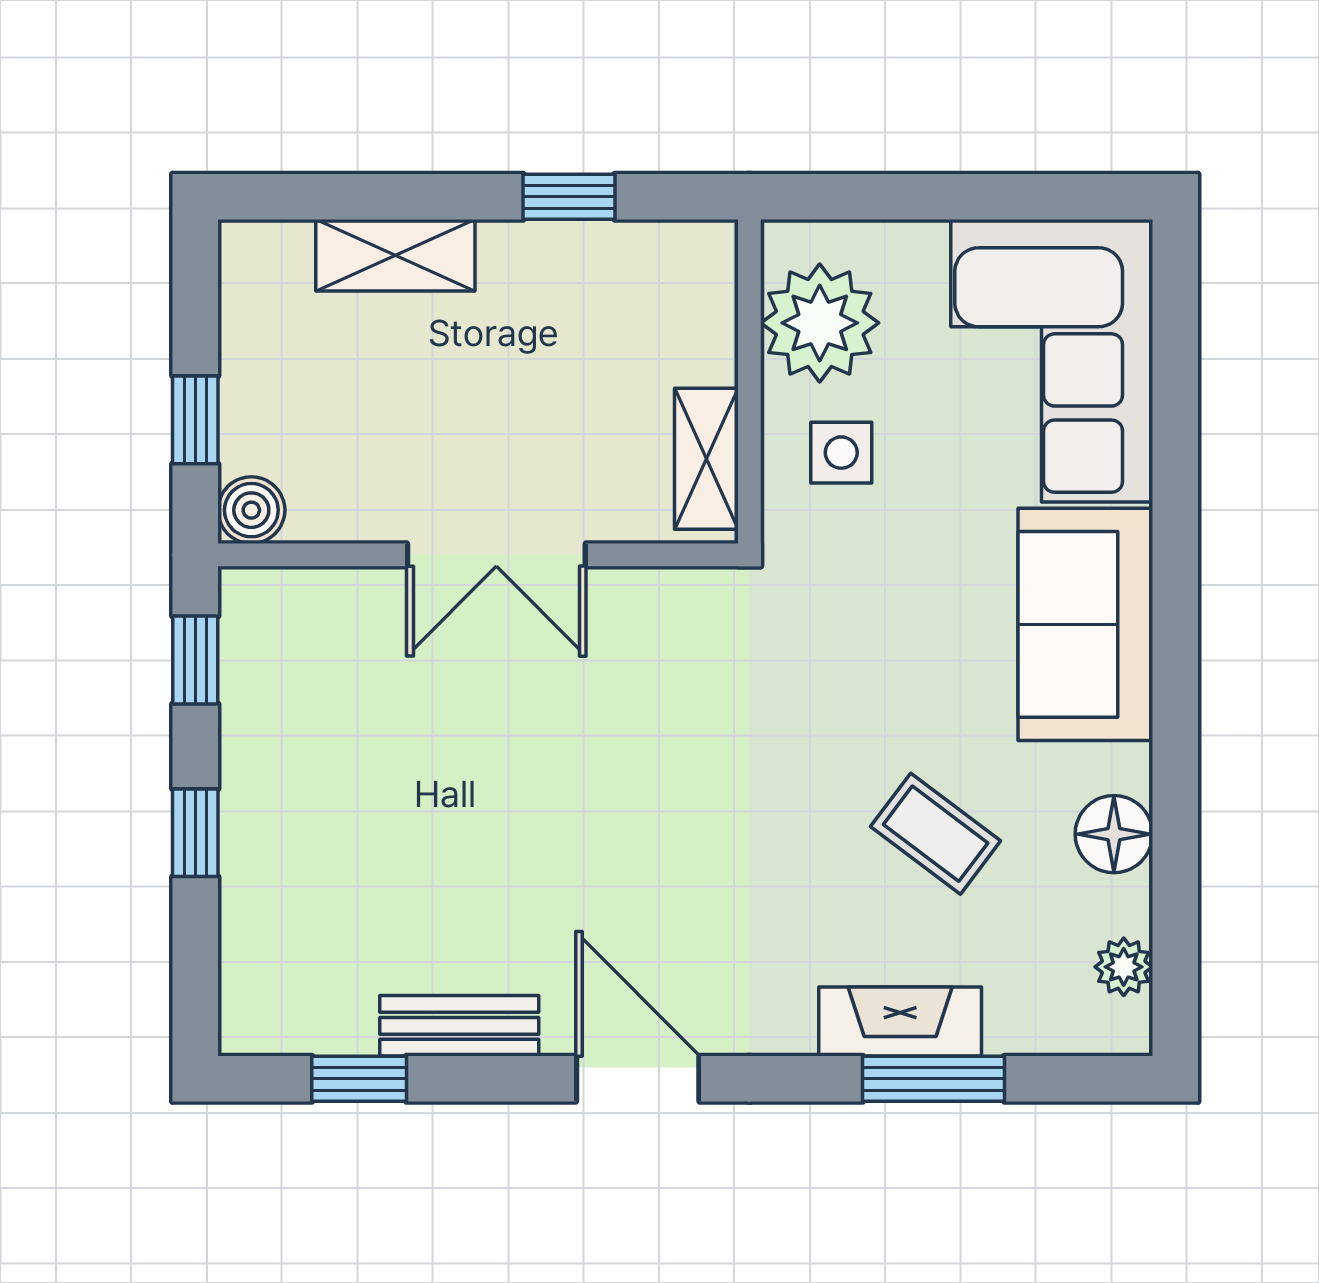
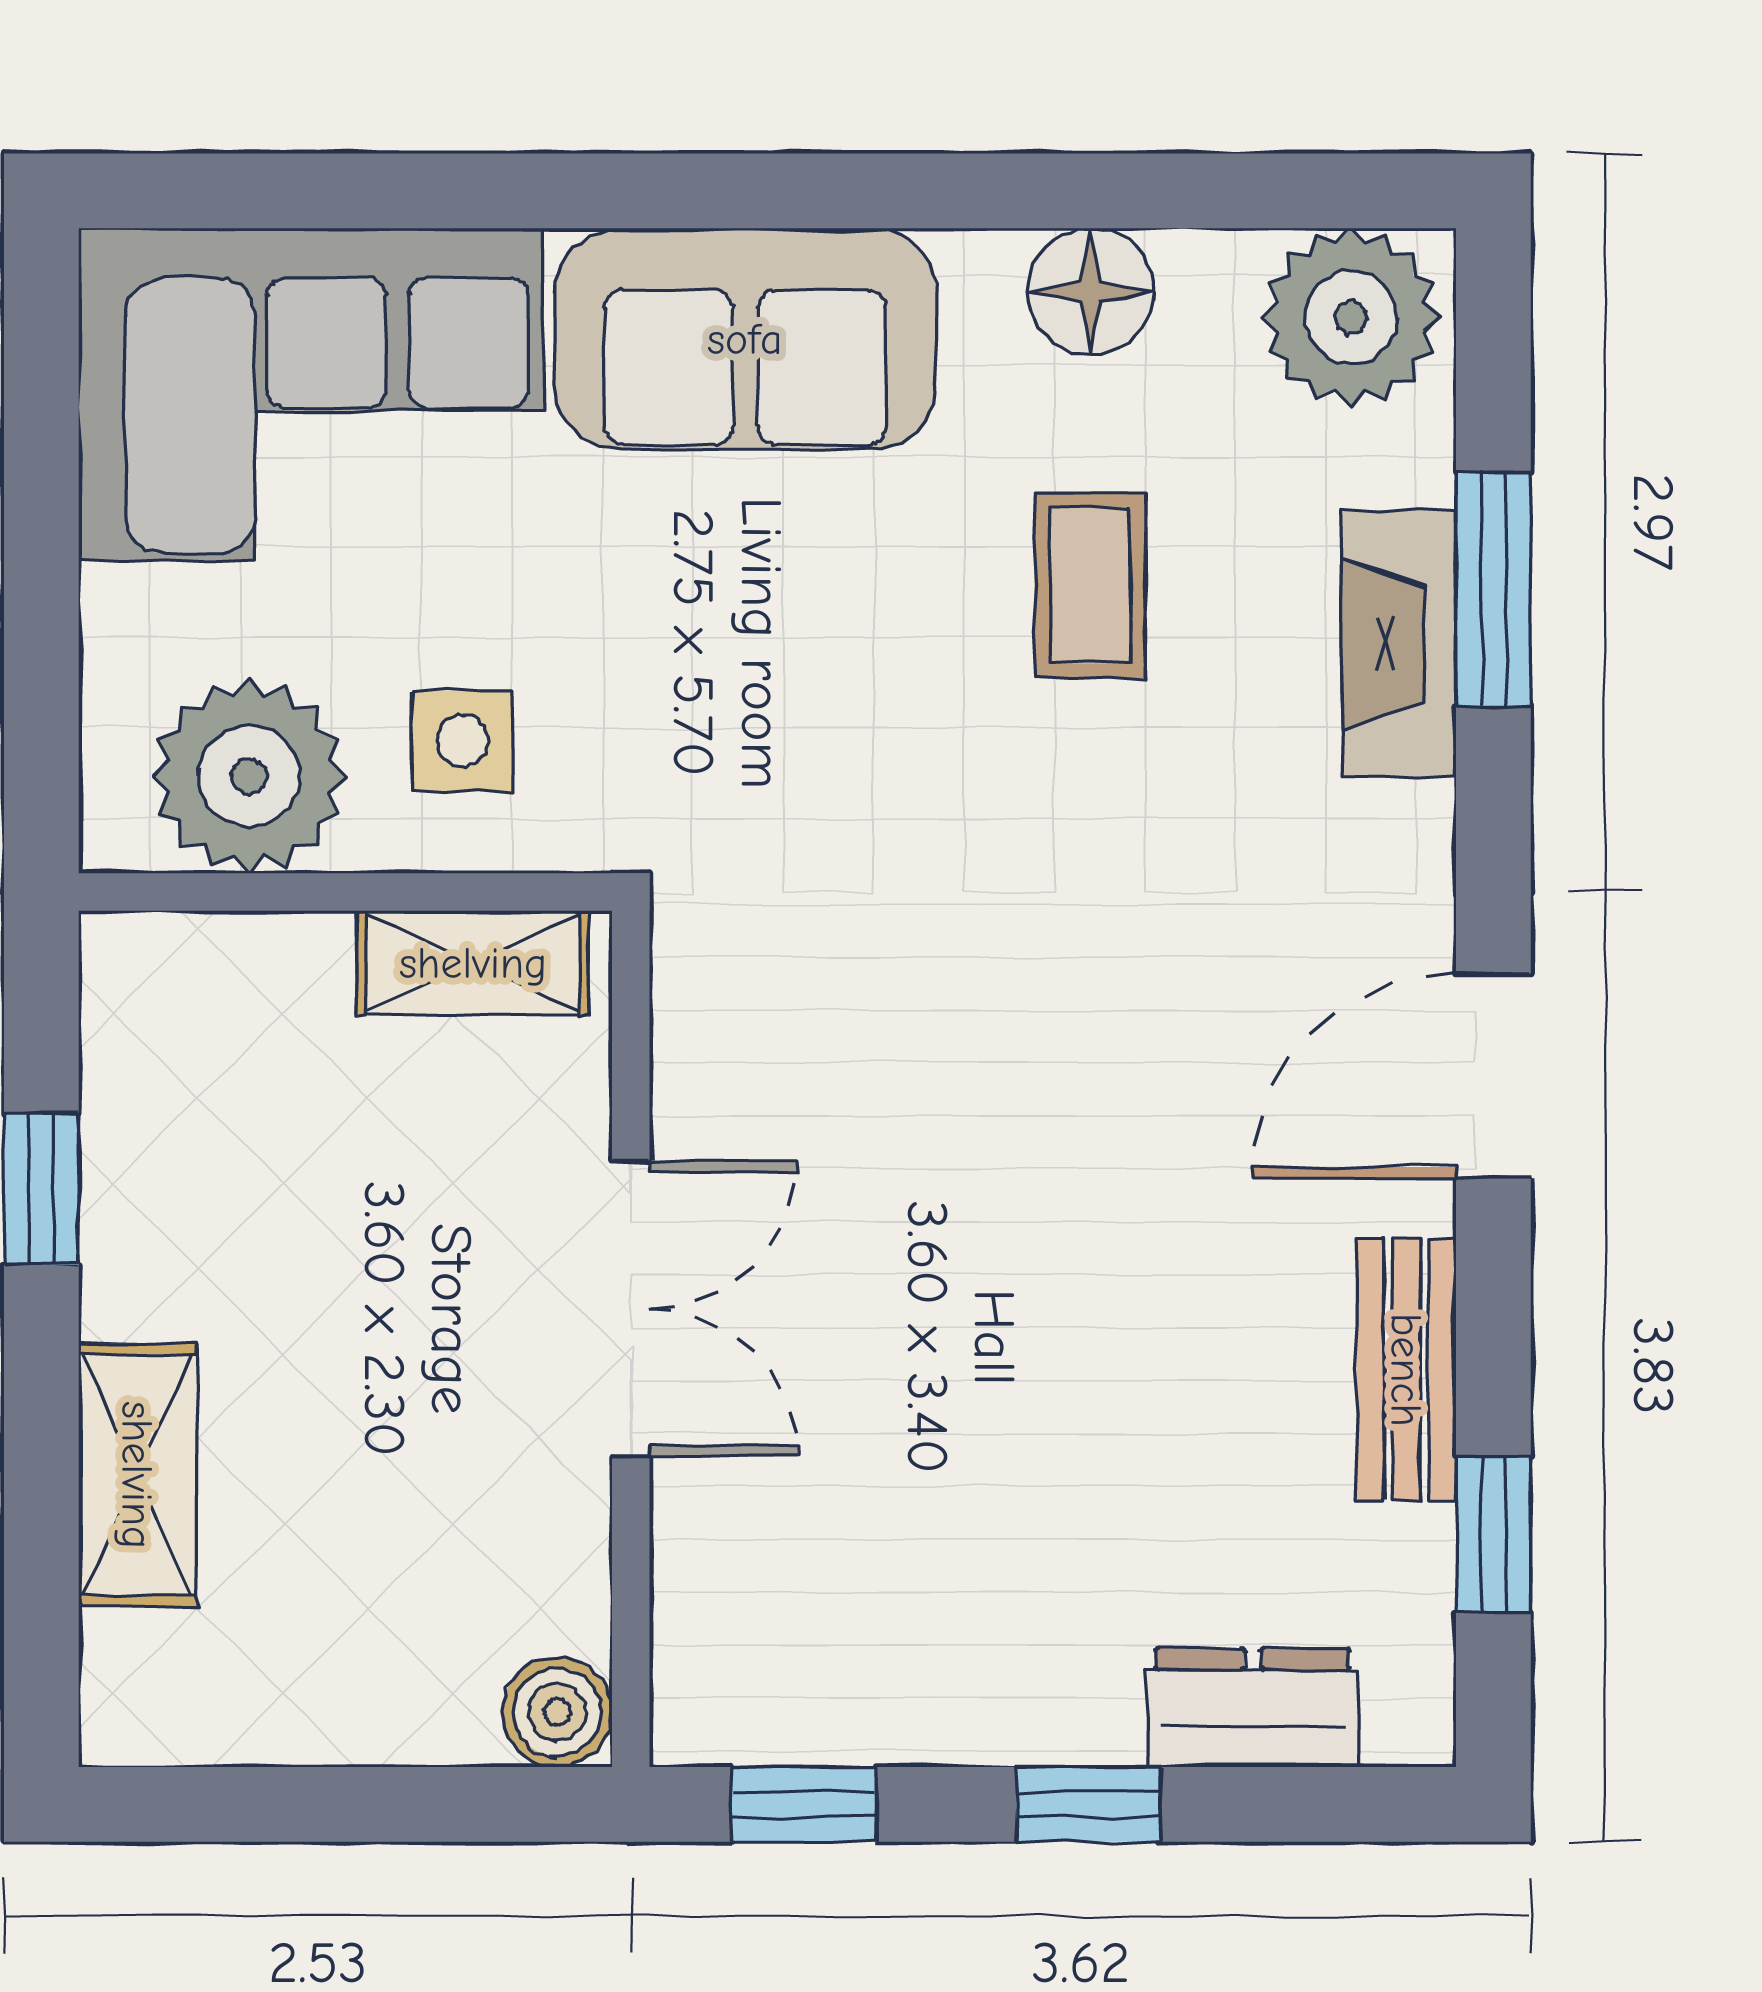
window: (195, 420) -> (409, 1804), removed
coffee table: (936, 834) -> (1090, 585), turned -37
dresser: (254, 932) -> (1253, 1708), added
plant: (1124, 967) -> (1351, 317), width x1.88, depth x1.88

